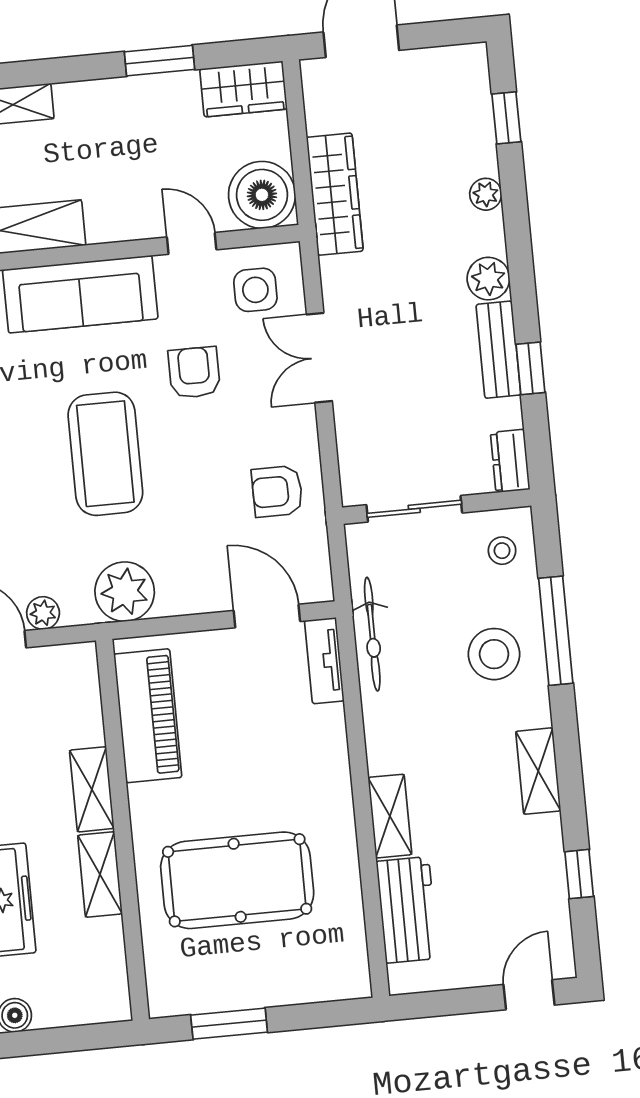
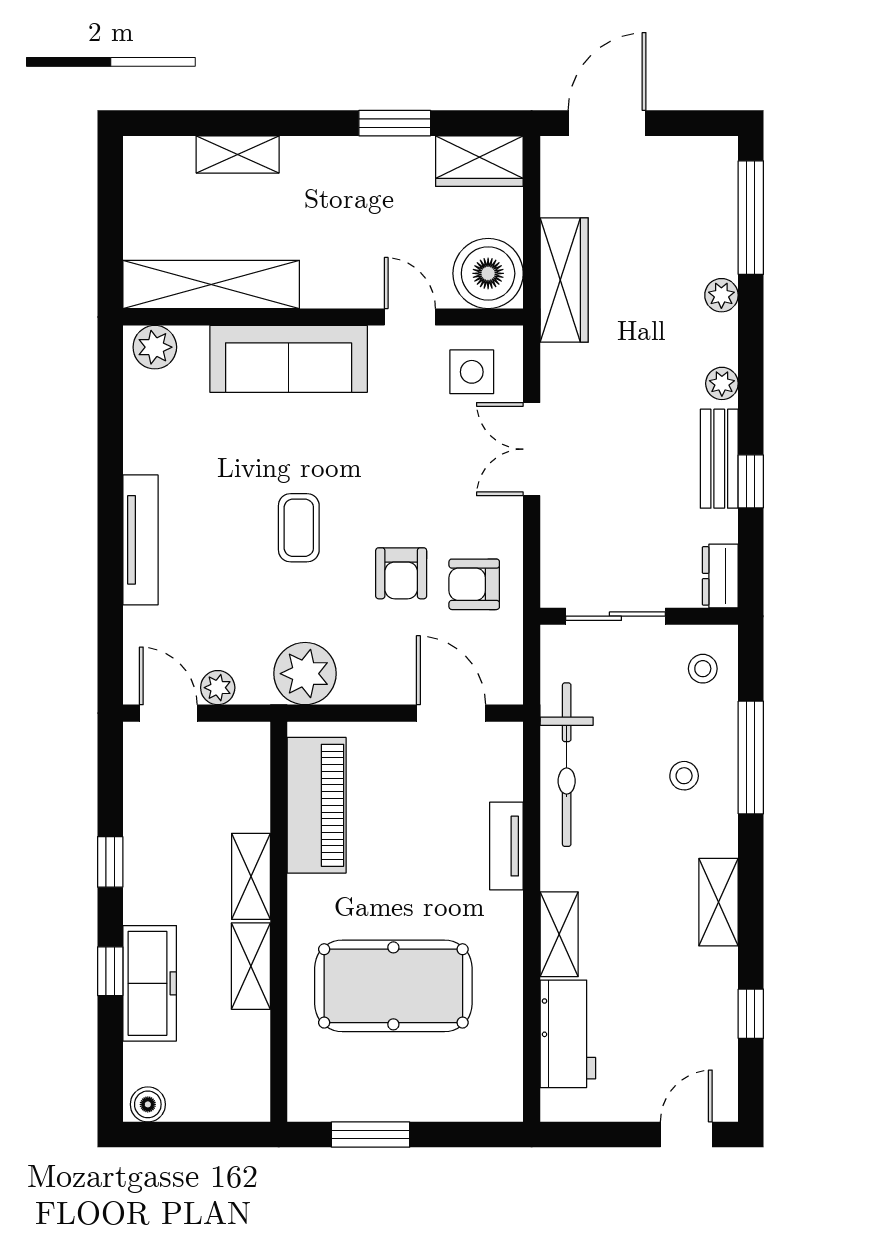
window: (506, 118) -> (751, 218), width x2.17
plant: (488, 279) -> (722, 383), width x0.73, depth x0.73
armchair: (194, 373) -> (401, 573), moved, turned 180
coffee table: (105, 454) -> (299, 528), width x0.54, depth x0.58
bicycle: (372, 634) -> (567, 765), width x1.37, depth x1.40
stool: (494, 654) -> (684, 776), width x0.53, depth x0.53
tv unit: (324, 661) -> (506, 846), moved

